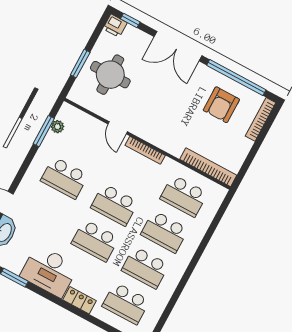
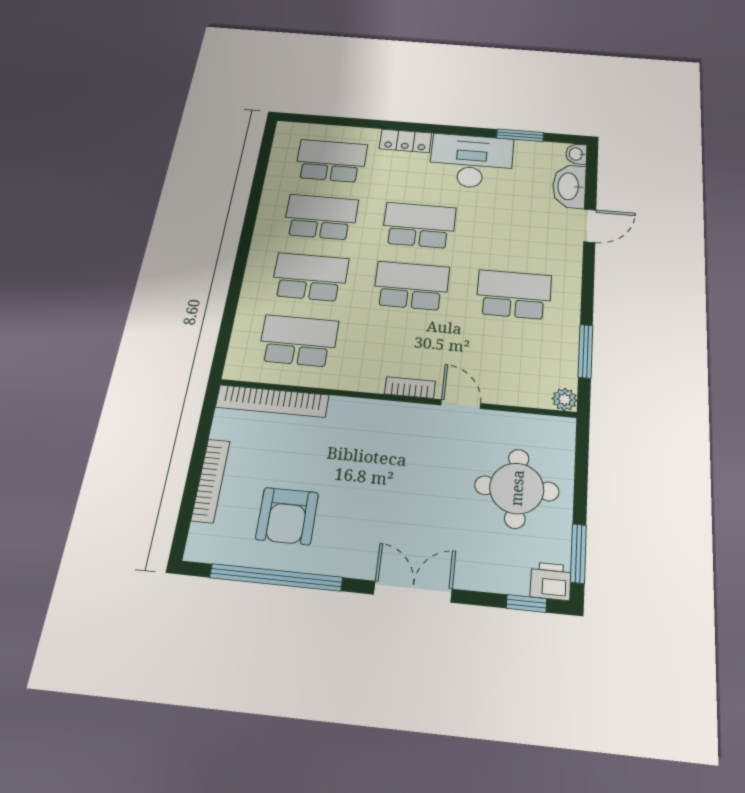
double door: (178, 46) -> (413, 592), width x0.73
window: (80, 64) -> (578, 554), moved
armchair: (221, 105) -> (287, 516), turned 180
bookcase: (261, 119) -> (211, 480), moved
plant: (57, 127) -> (565, 399), moved
bookcase: (145, 150) -> (410, 388), width x0.64

